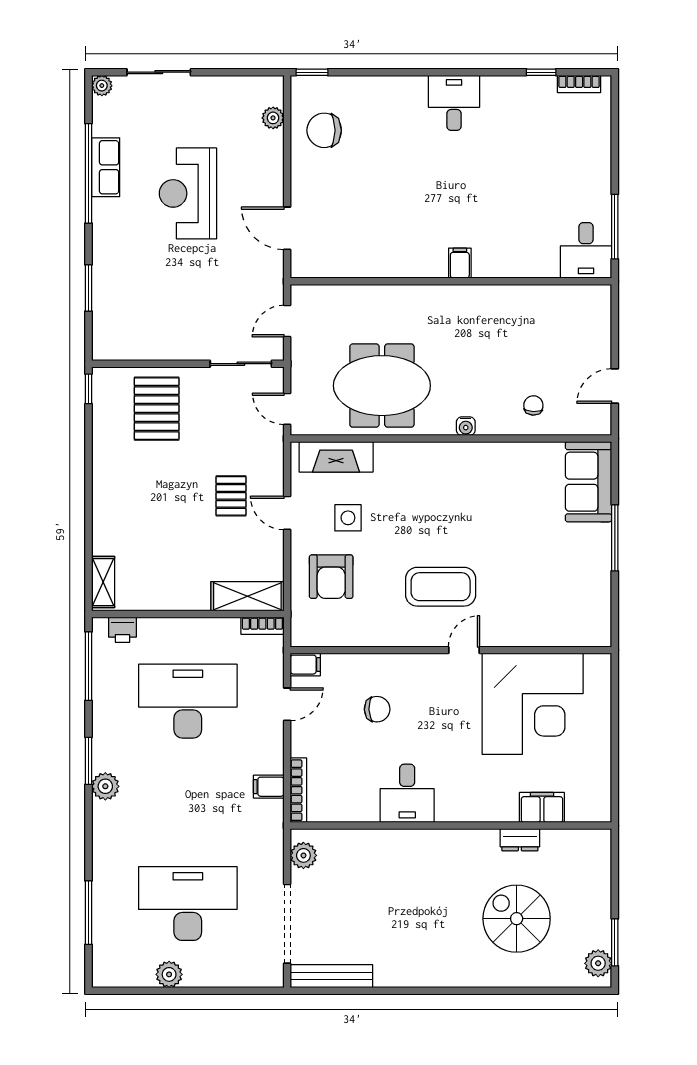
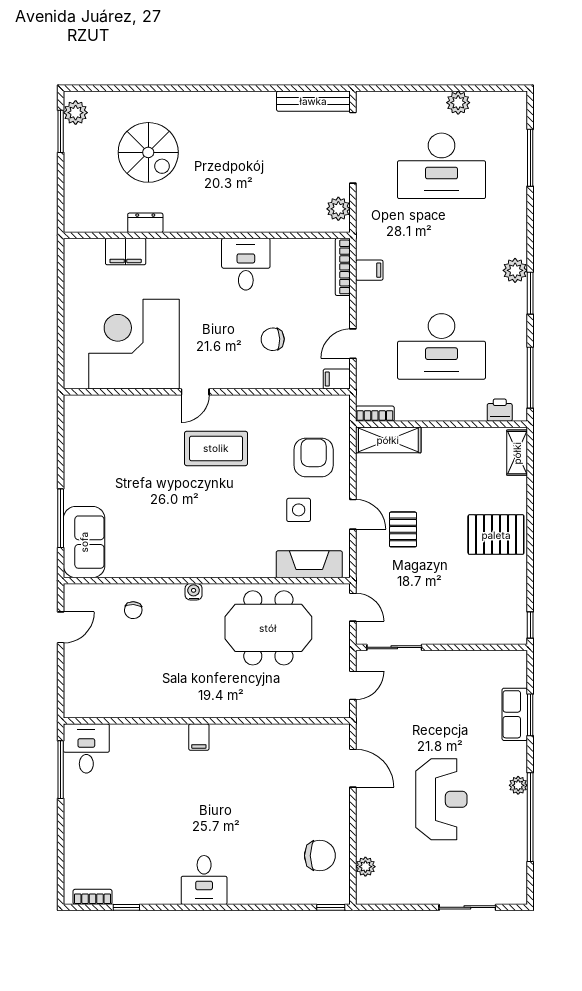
plant: (102, 86) -> (518, 785), moved
row of seats: (106, 167) -> (515, 714), moved
pallet: (157, 409) -> (496, 535), moved, turned 90
window: (615, 538) -> (61, 518), moved

